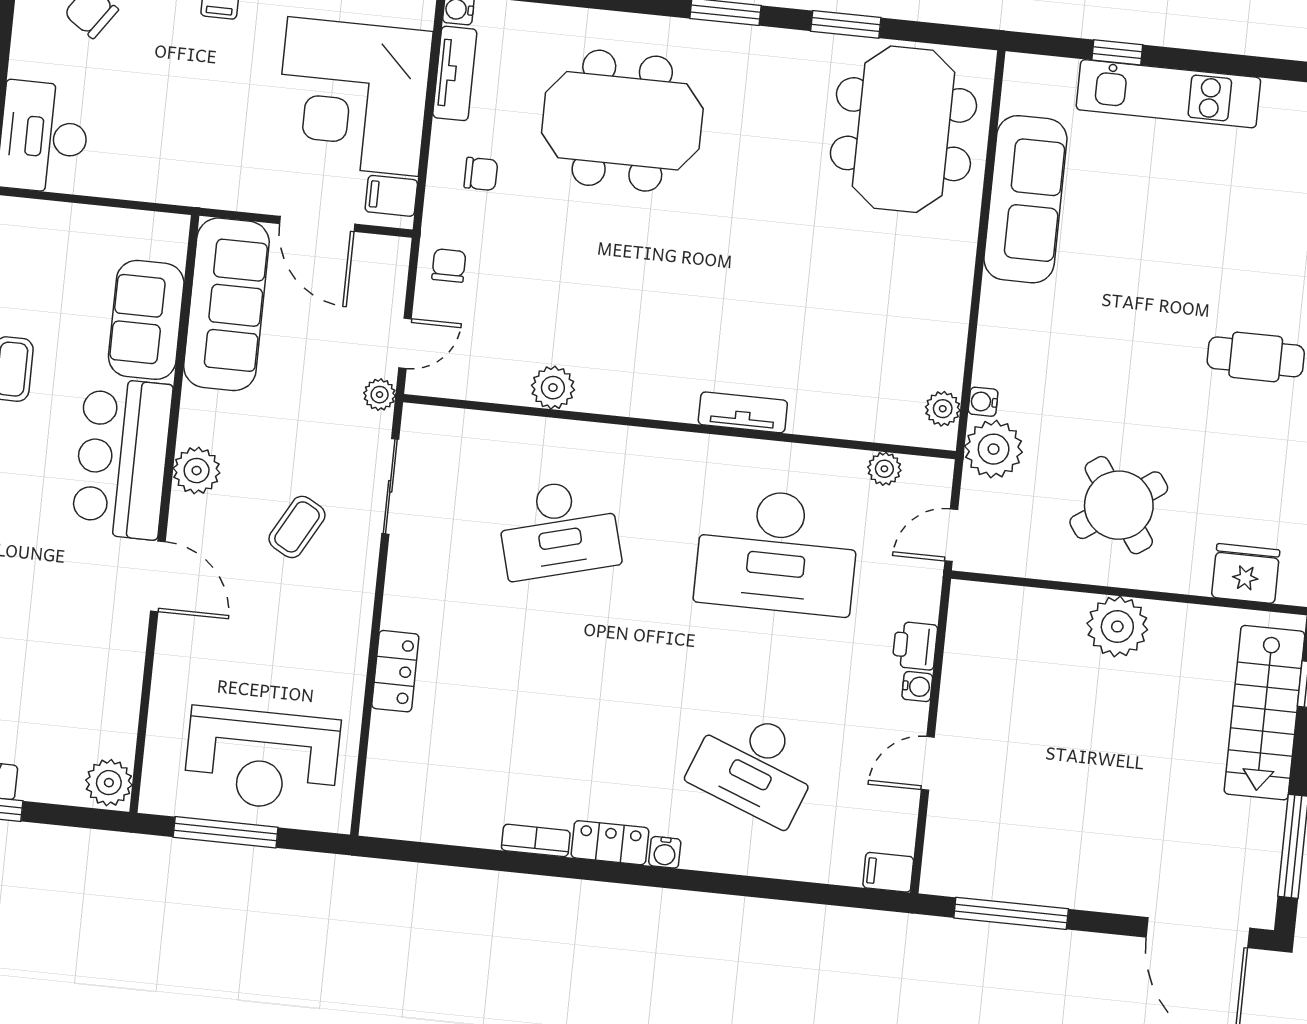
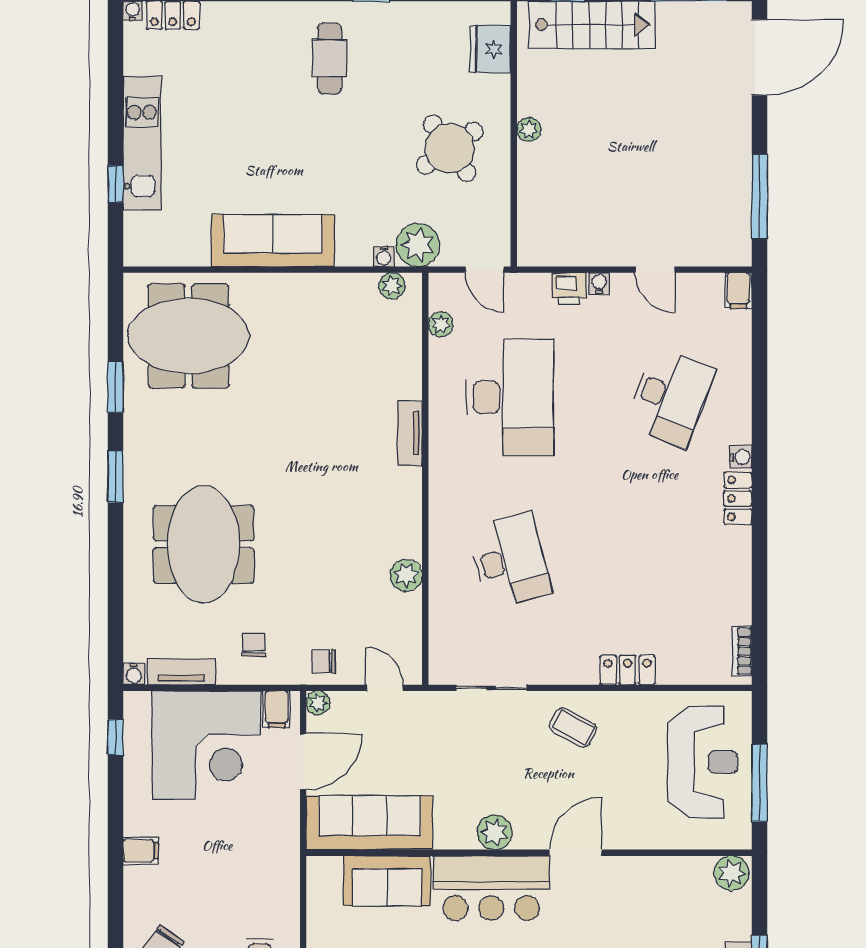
sofa: (1025, 199) -> (273, 241), moved
plant: (380, 395) -> (318, 703), moved
coffee table: (297, 527) -> (573, 727), moved
plant: (1117, 627) -> (529, 130), width x0.53, depth x0.53
bookcase: (536, 840) -> (742, 651), moved

